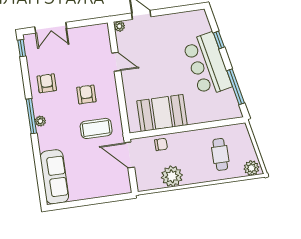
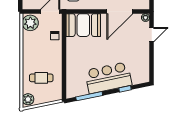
door: (116, 62) -> (120, 11), width x1.88
booth: (162, 113) -> (83, 25), moved, turned 90
plant: (172, 176) -> (30, 23), moved

